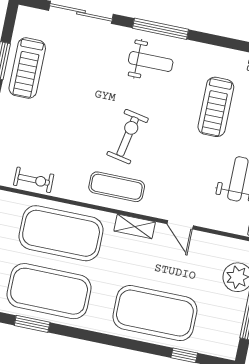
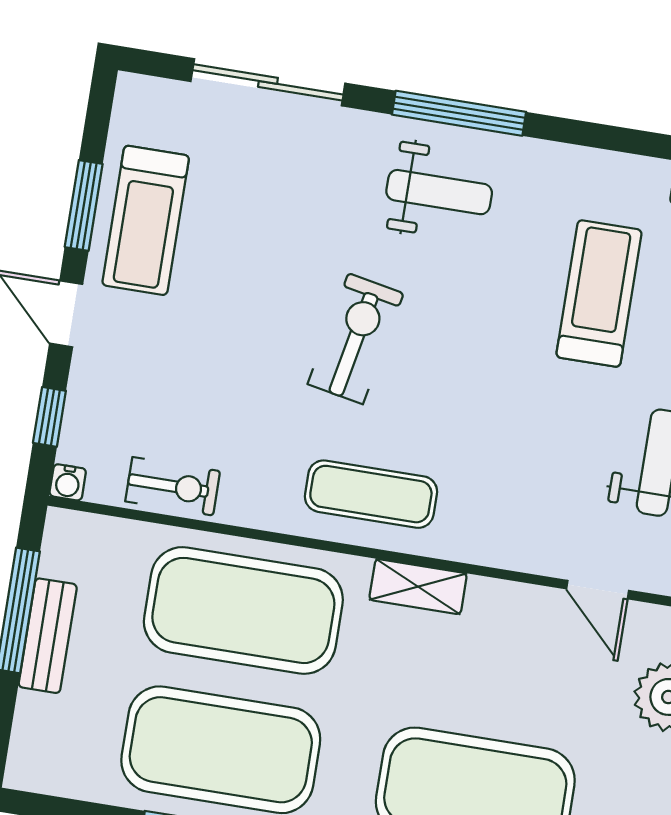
treadmill: (216, 107) -> (599, 293), turned 180
exercise bike: (128, 137) -> (356, 339), moved
door: (180, 225) -> (598, 590), moved

